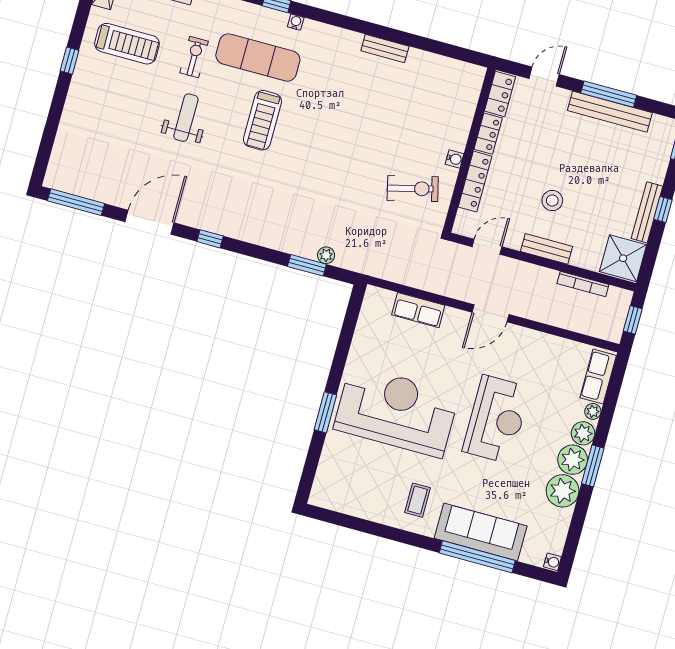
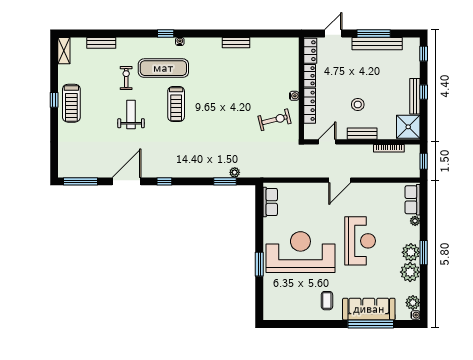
treadmill: (127, 44) -> (71, 103), moved, turned 90
row of seats: (418, 310) -> (270, 202), moved, turned -90
plant: (583, 433) -> (413, 303), moved

